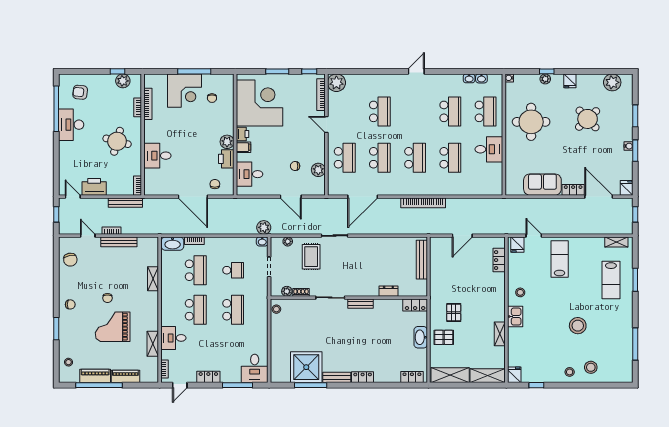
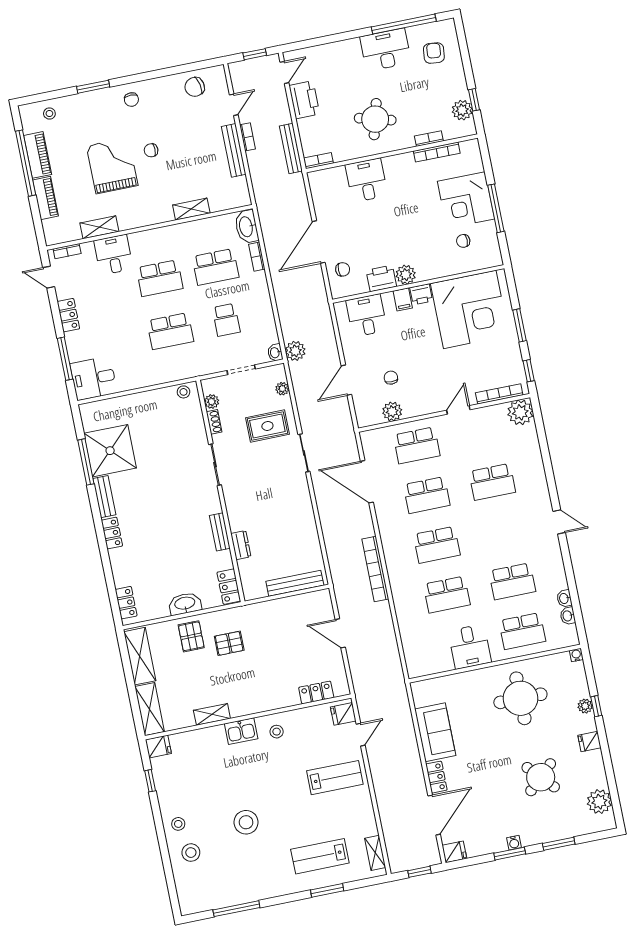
bench: (360, 304) -> (220, 532), moved

